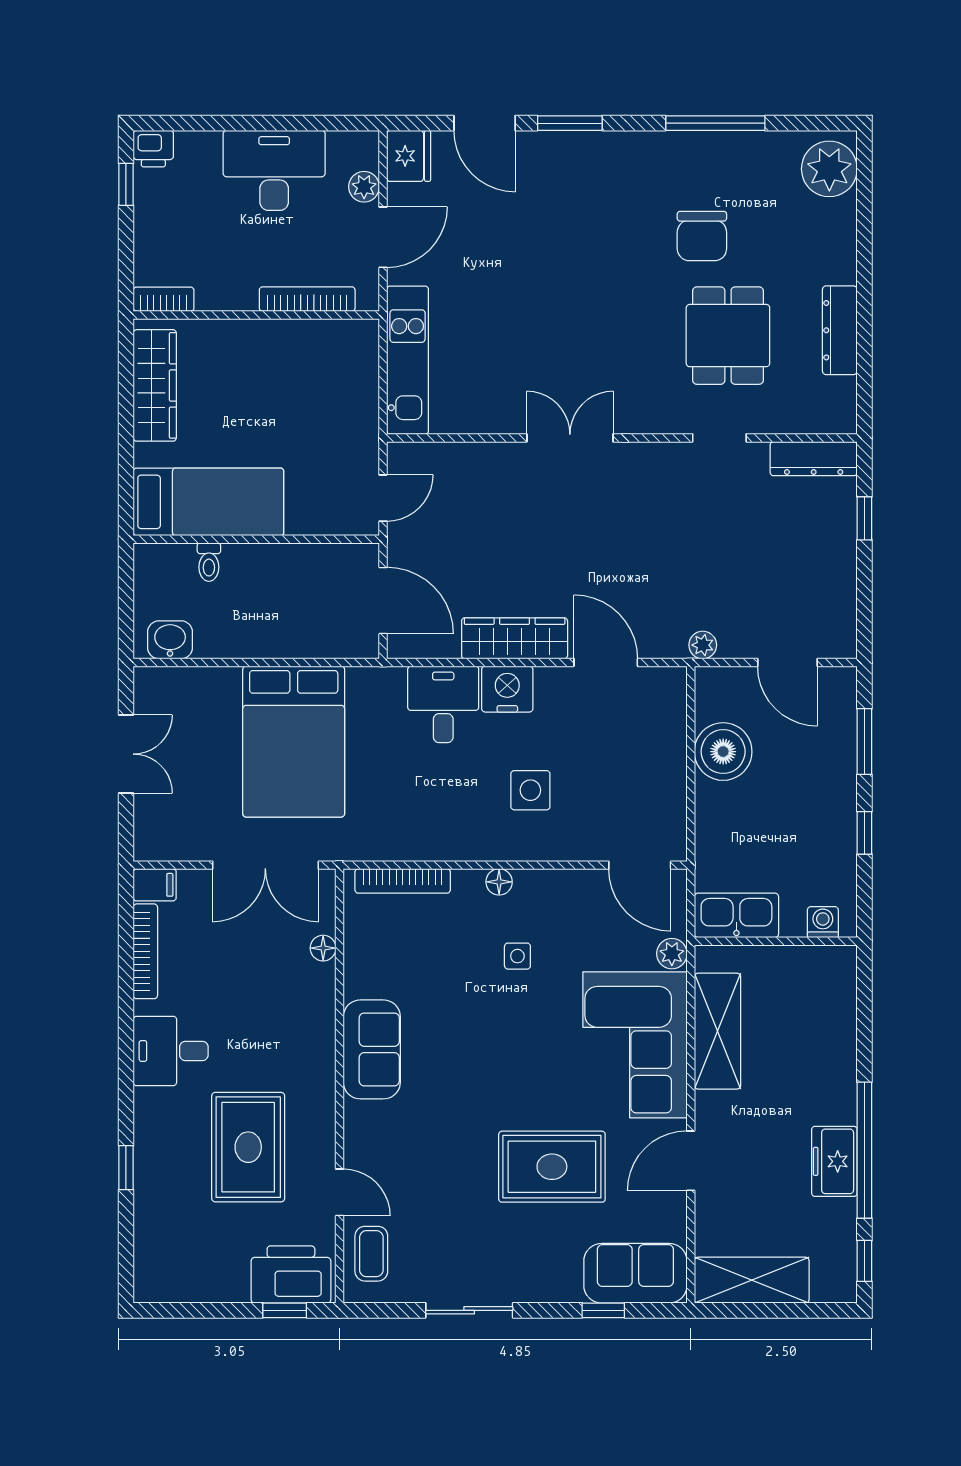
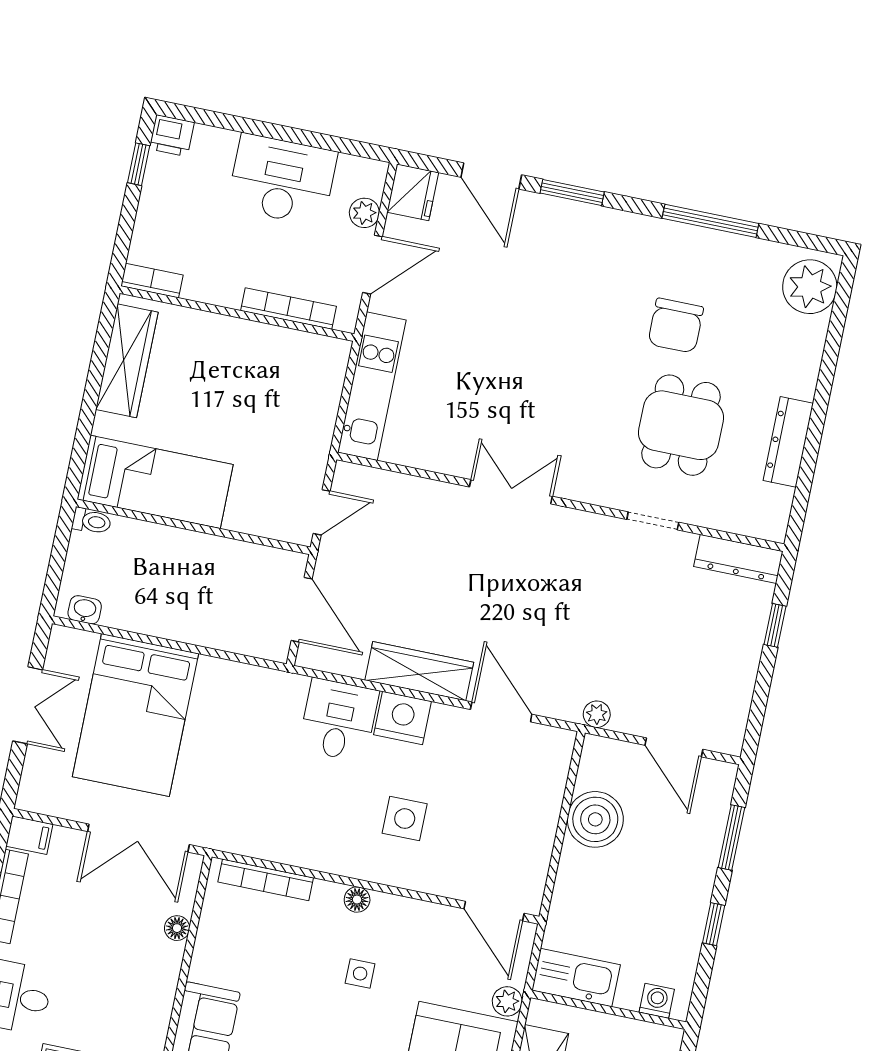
toilet: (209, 562) -> (92, 521), moved, turned -90
washbasin: (170, 640) -> (85, 610), width x0.72, depth x0.69
bed: (294, 742) -> (135, 715), moved

